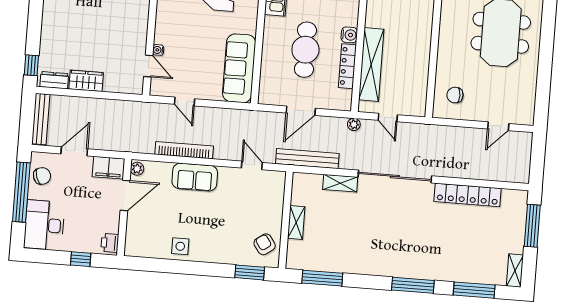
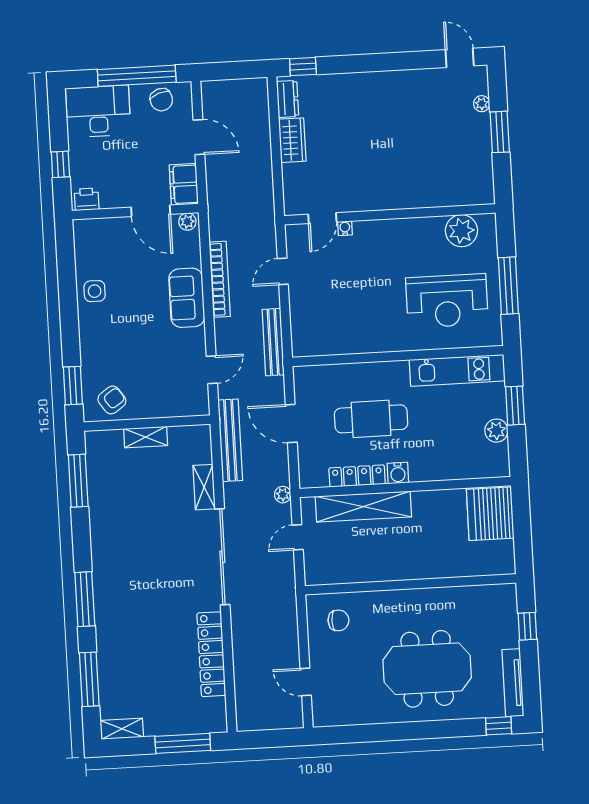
sofa: (239, 68) -> (335, 336), removed
chair: (455, 95) -> (338, 620), turned 90
bench: (41, 119) -> (273, 342), moved, turned 90

